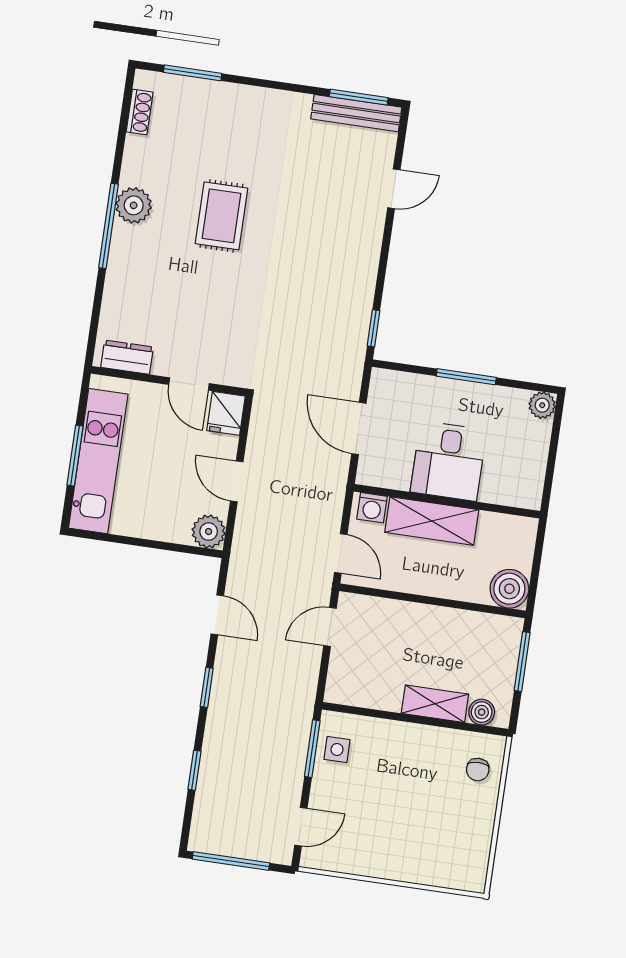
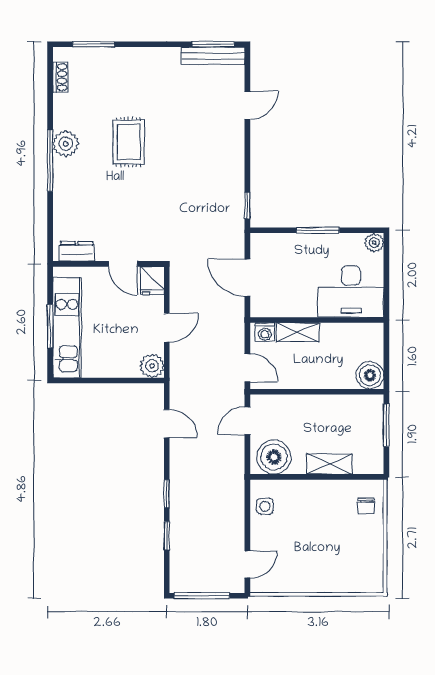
desk: (448, 461) -> (351, 291), moved, width x1.37
door: (237, 481) -> (167, 328), swing flipped
shelving: (432, 521) -> (297, 332), width x0.67, depth x0.75
window: (207, 687) -> (167, 494), moved
boiler: (482, 712) -> (274, 457), moved, width x1.86, depth x1.86
window: (312, 749) -> (247, 508), removed

